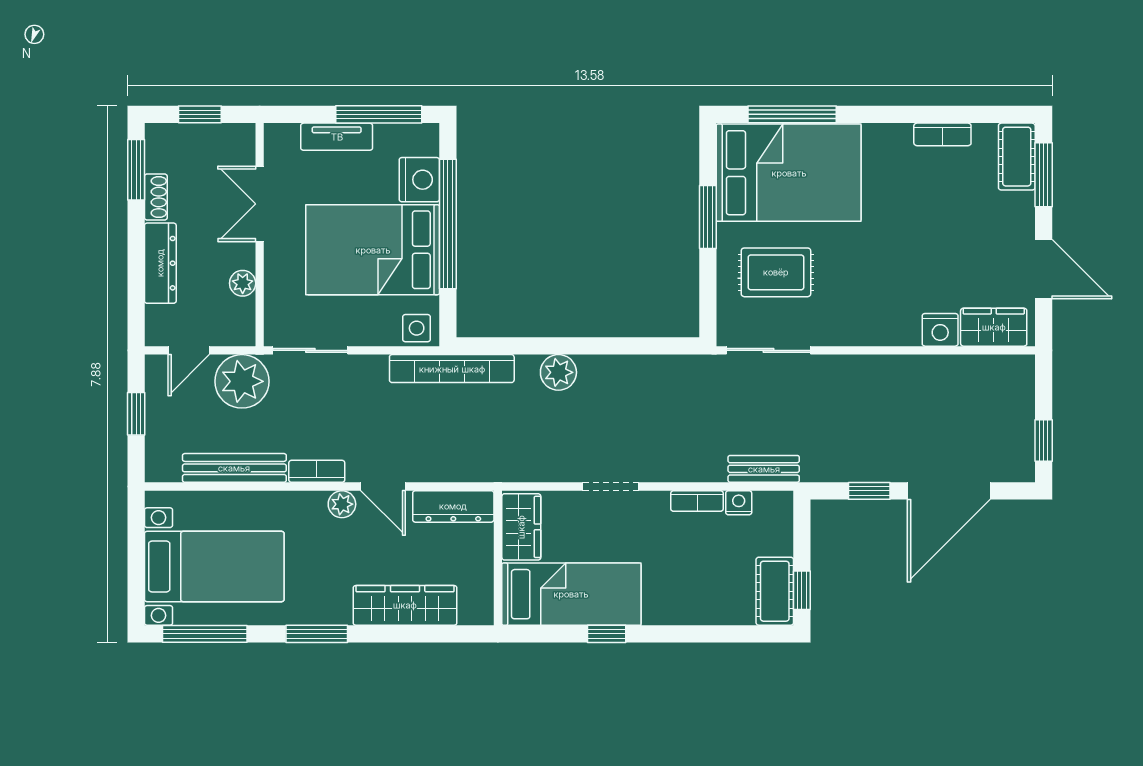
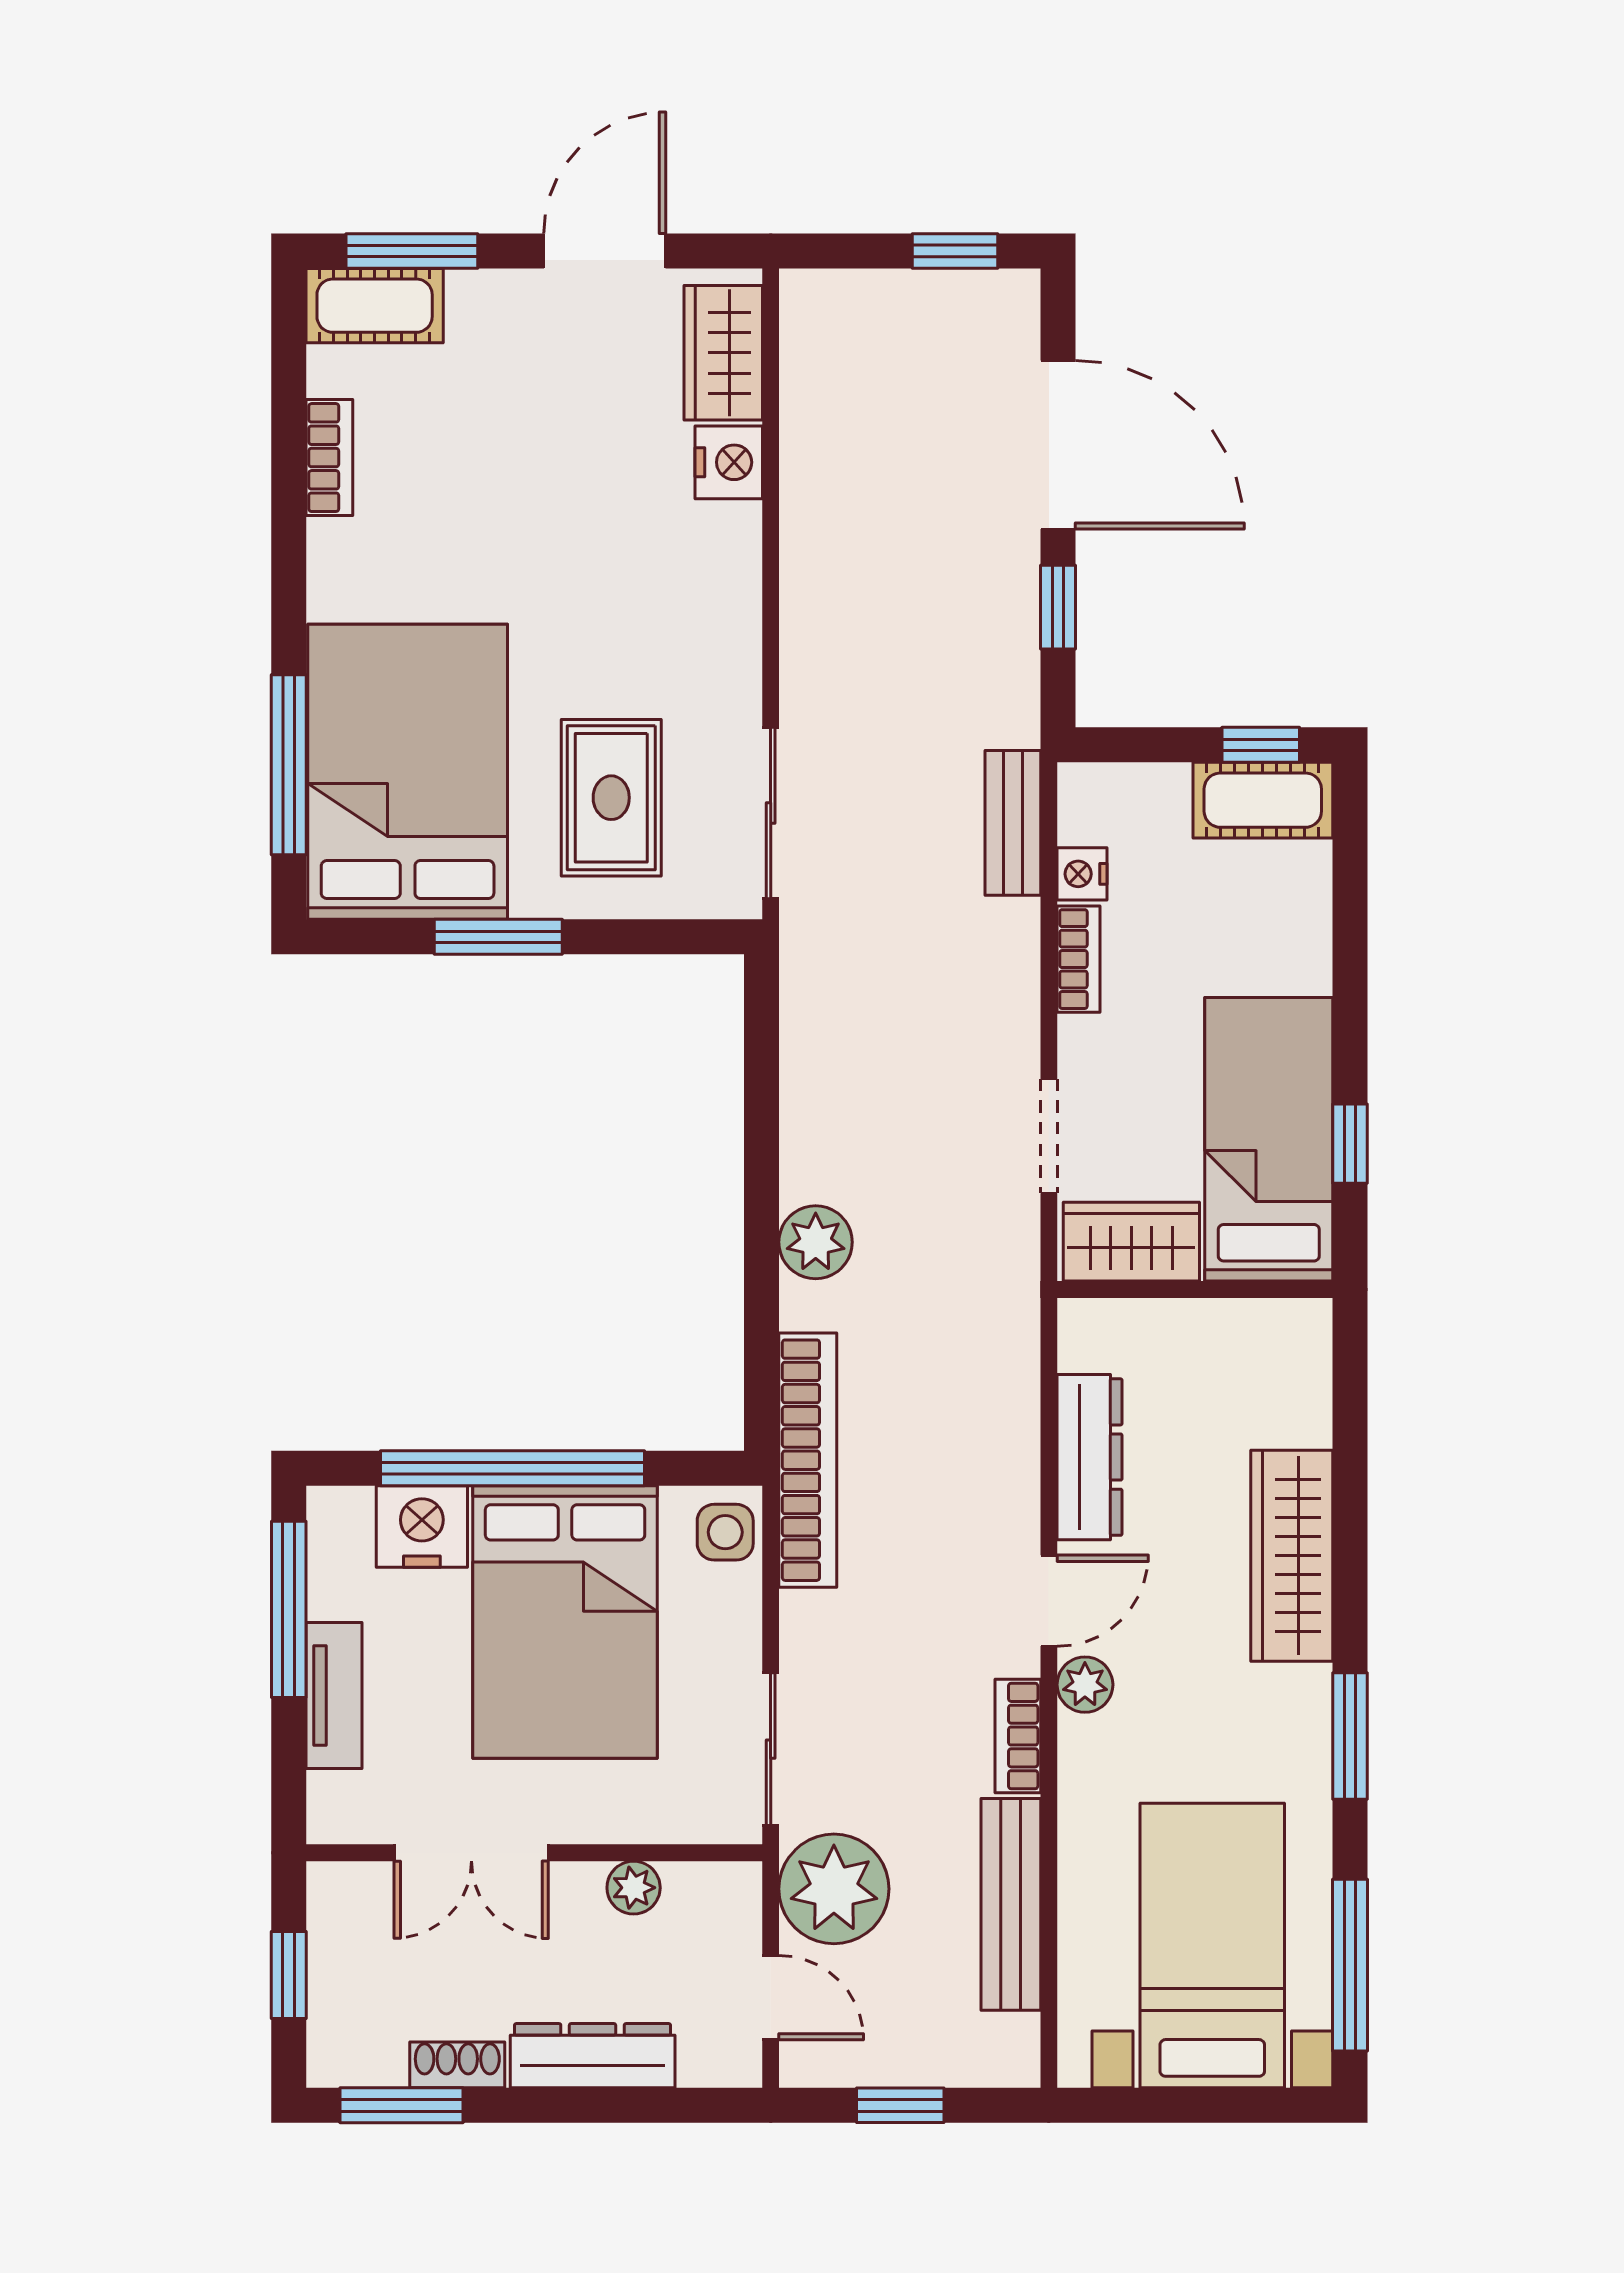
wardrobe: (521, 527) -> (1131, 1242), moved
wall: (498, 558) -> (1195, 1289), moved
bed: (571, 594) -> (1269, 1139), moved

